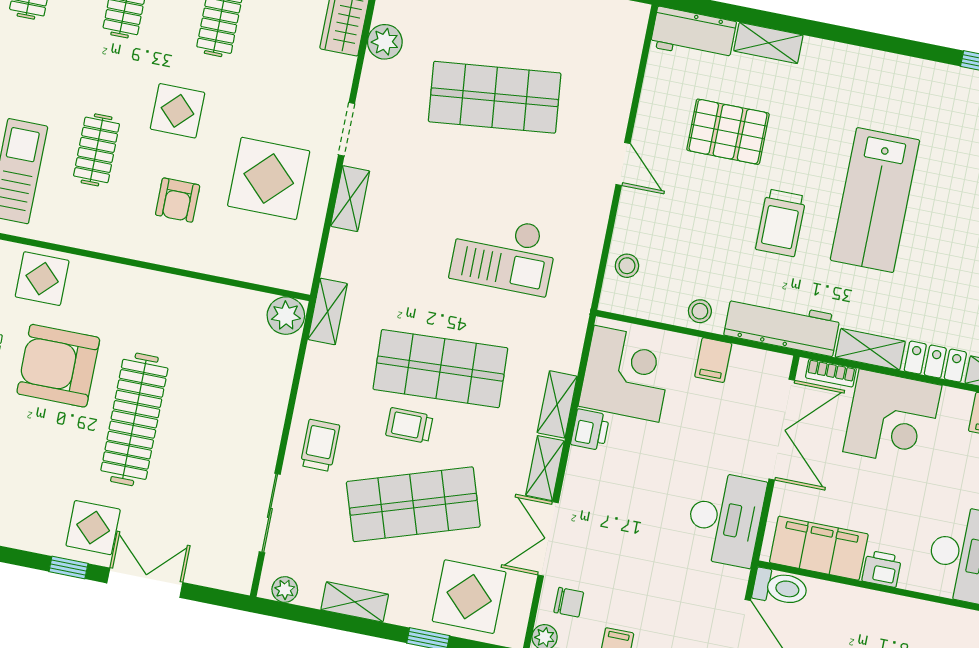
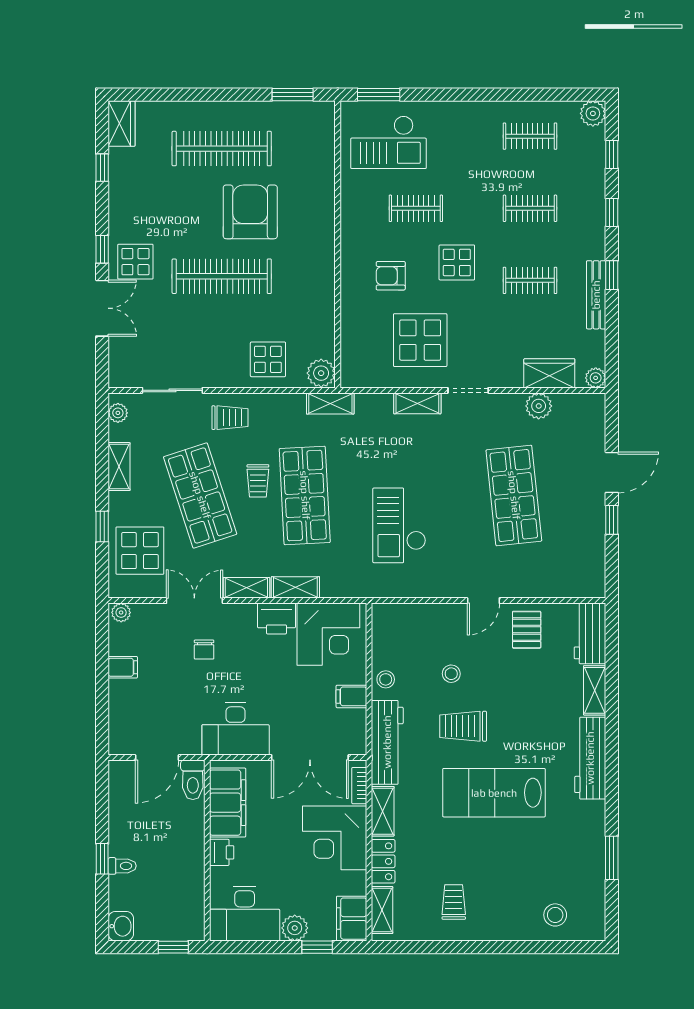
workbench: (855, 66) -> (590, 758), added
pallet: (728, 132) -> (527, 630), moved, width x0.67, depth x0.71
stool: (627, 266) -> (451, 674), moved
display table: (42, 279) -> (268, 359), moved
trolley: (409, 425) -> (258, 481), turned 180
printer: (590, 430) -> (276, 619), width x1.36, depth x1.24
chair: (569, 602) -> (204, 650), moved

